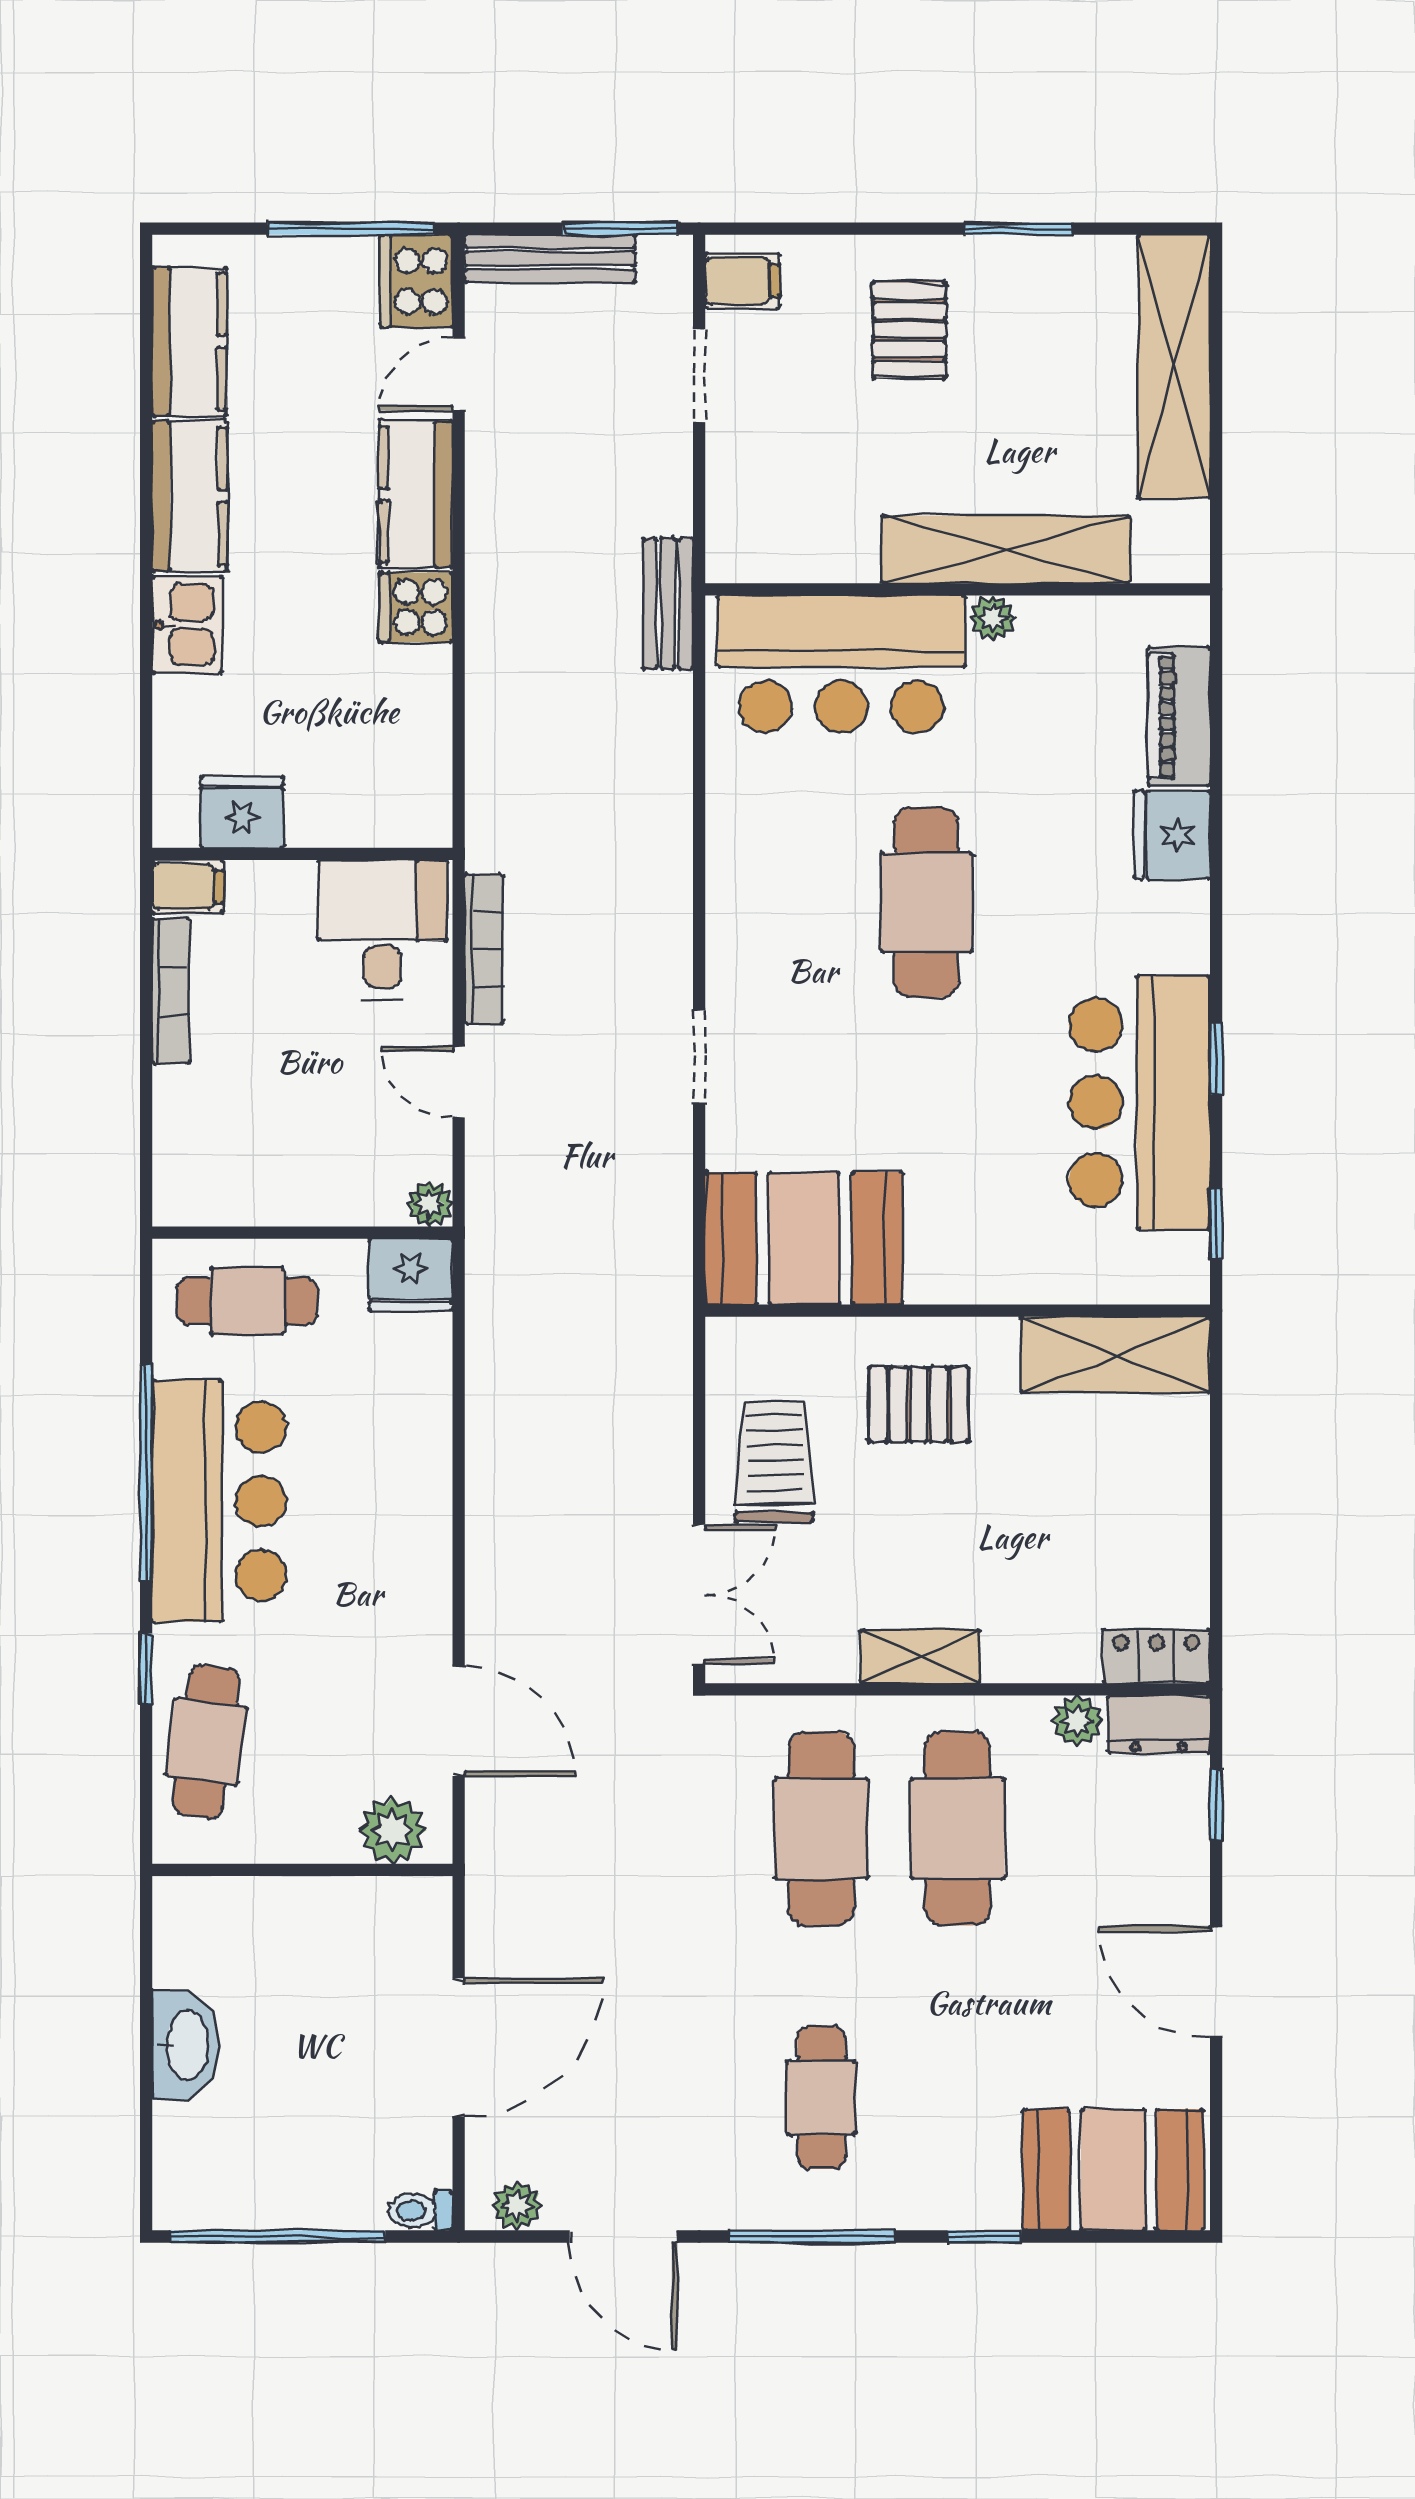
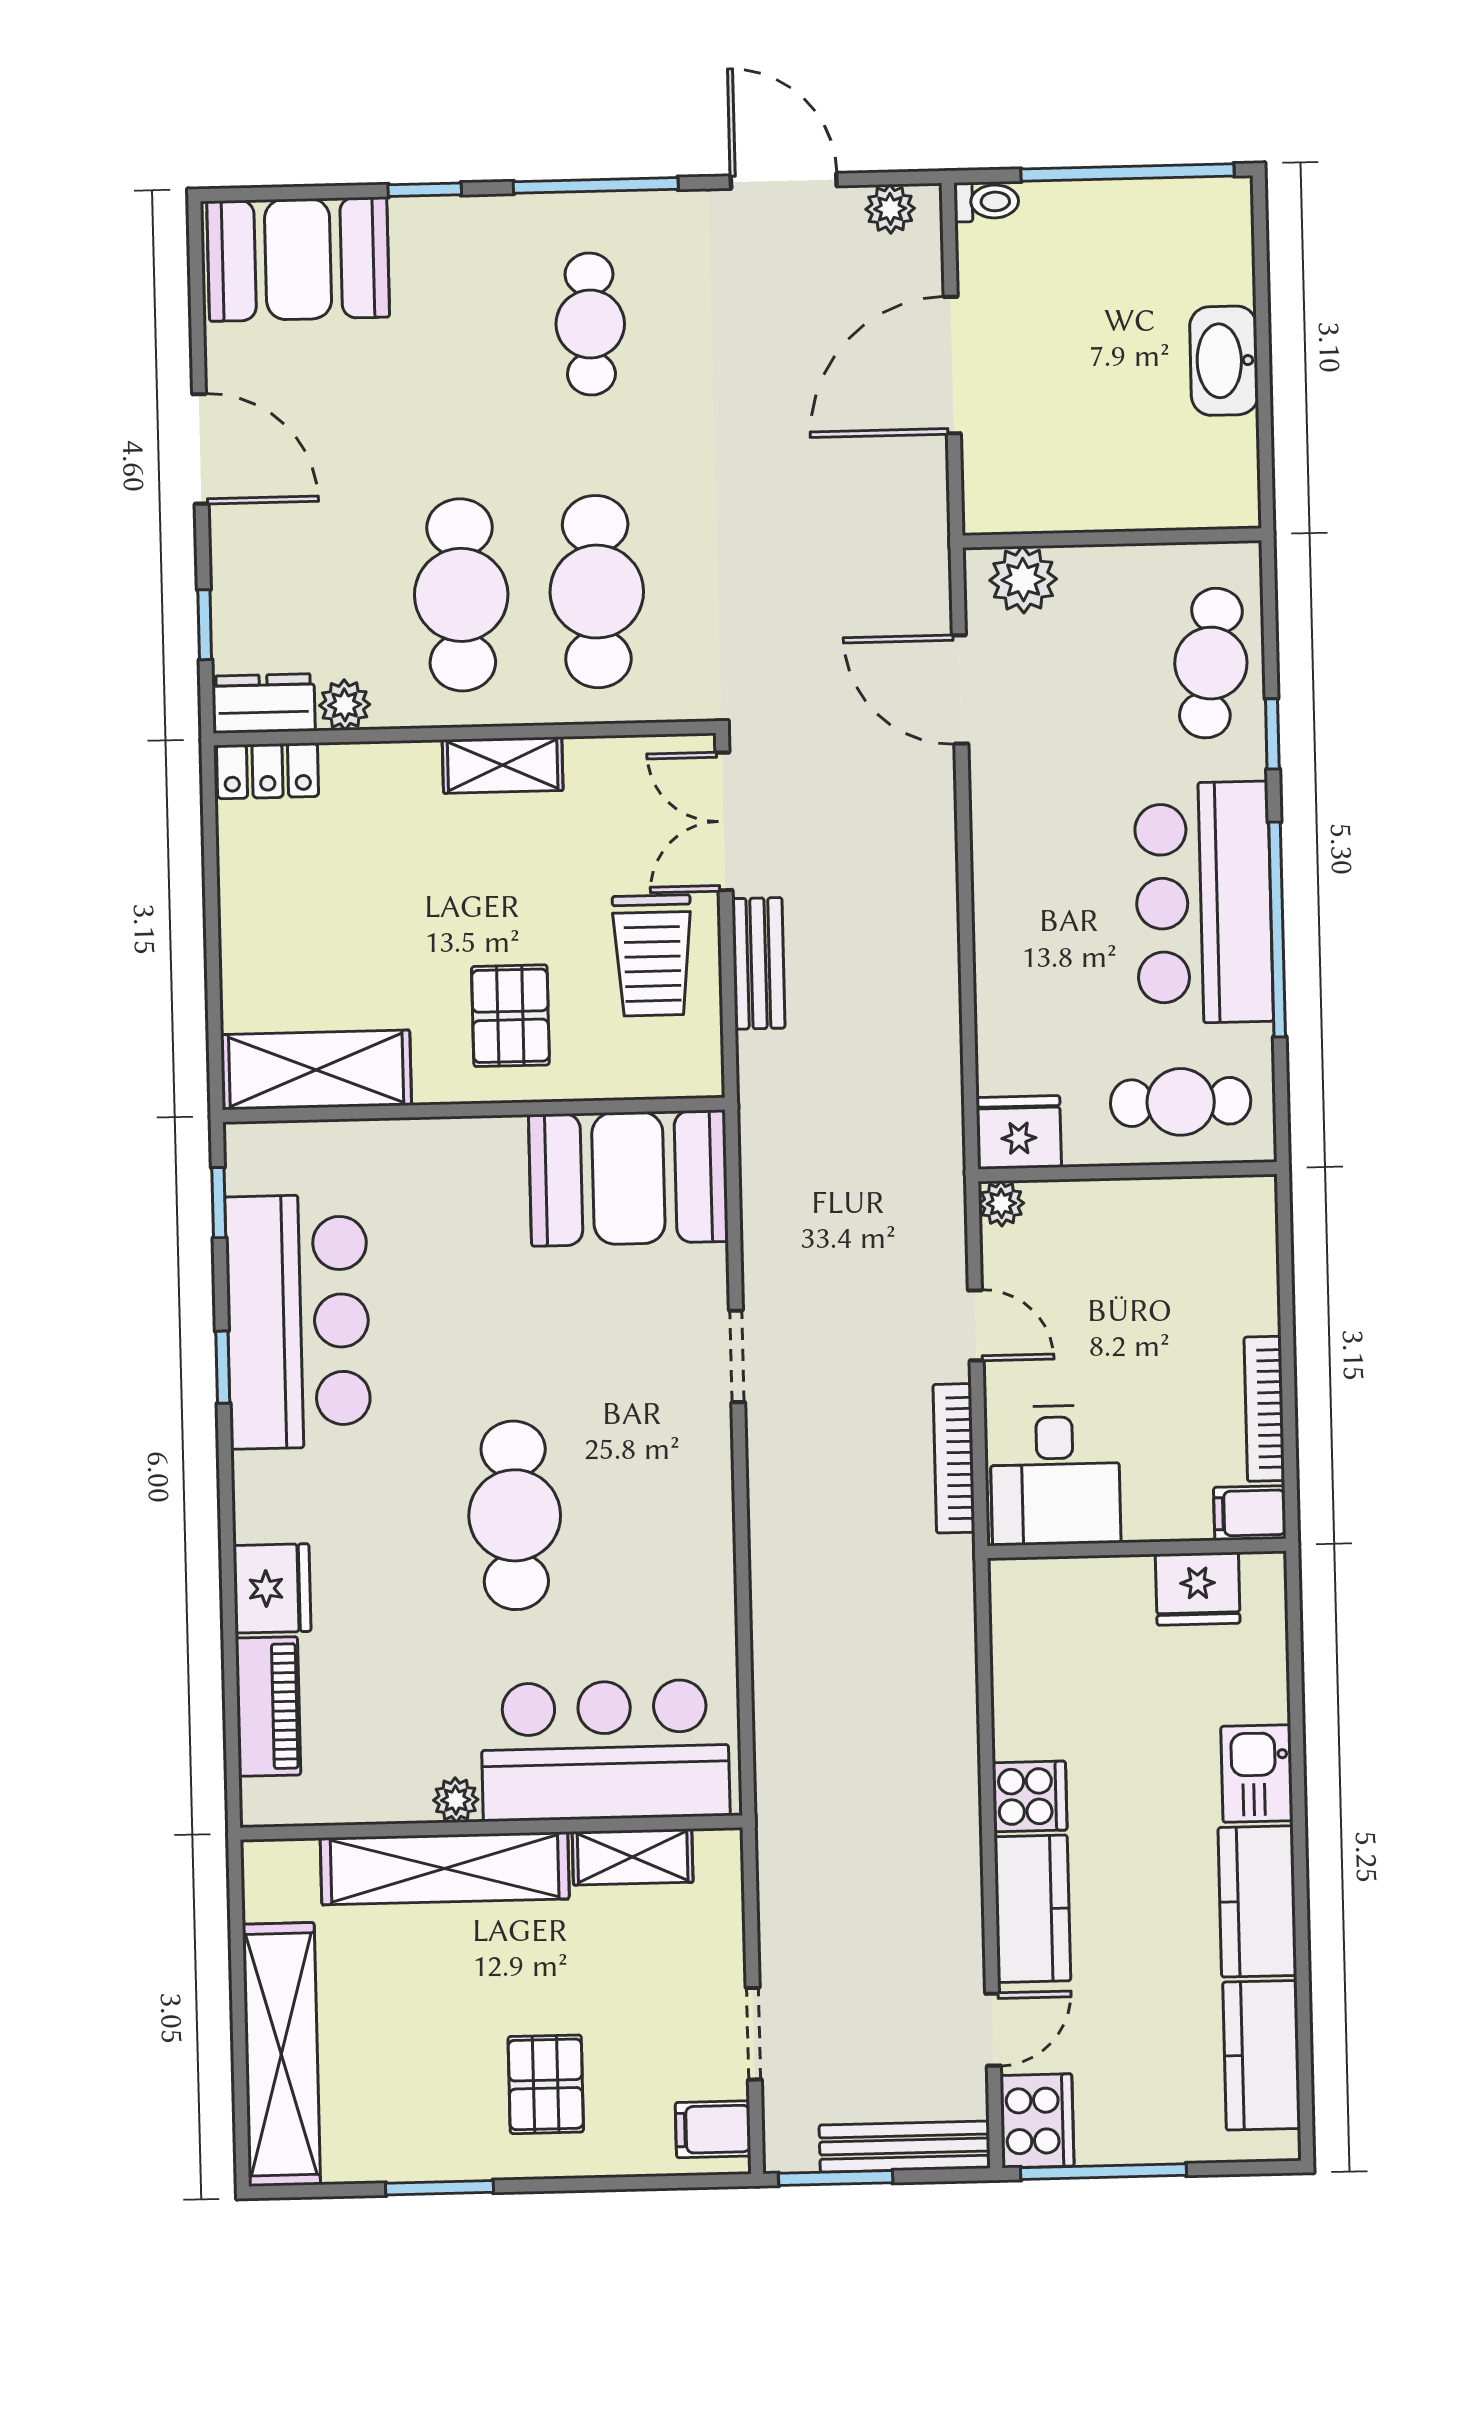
shelving: (816, 556) -> (633, 1857), added
bench: (668, 604) -> (758, 963), moved
pallet: (918, 1404) -> (510, 1016), turned 90

